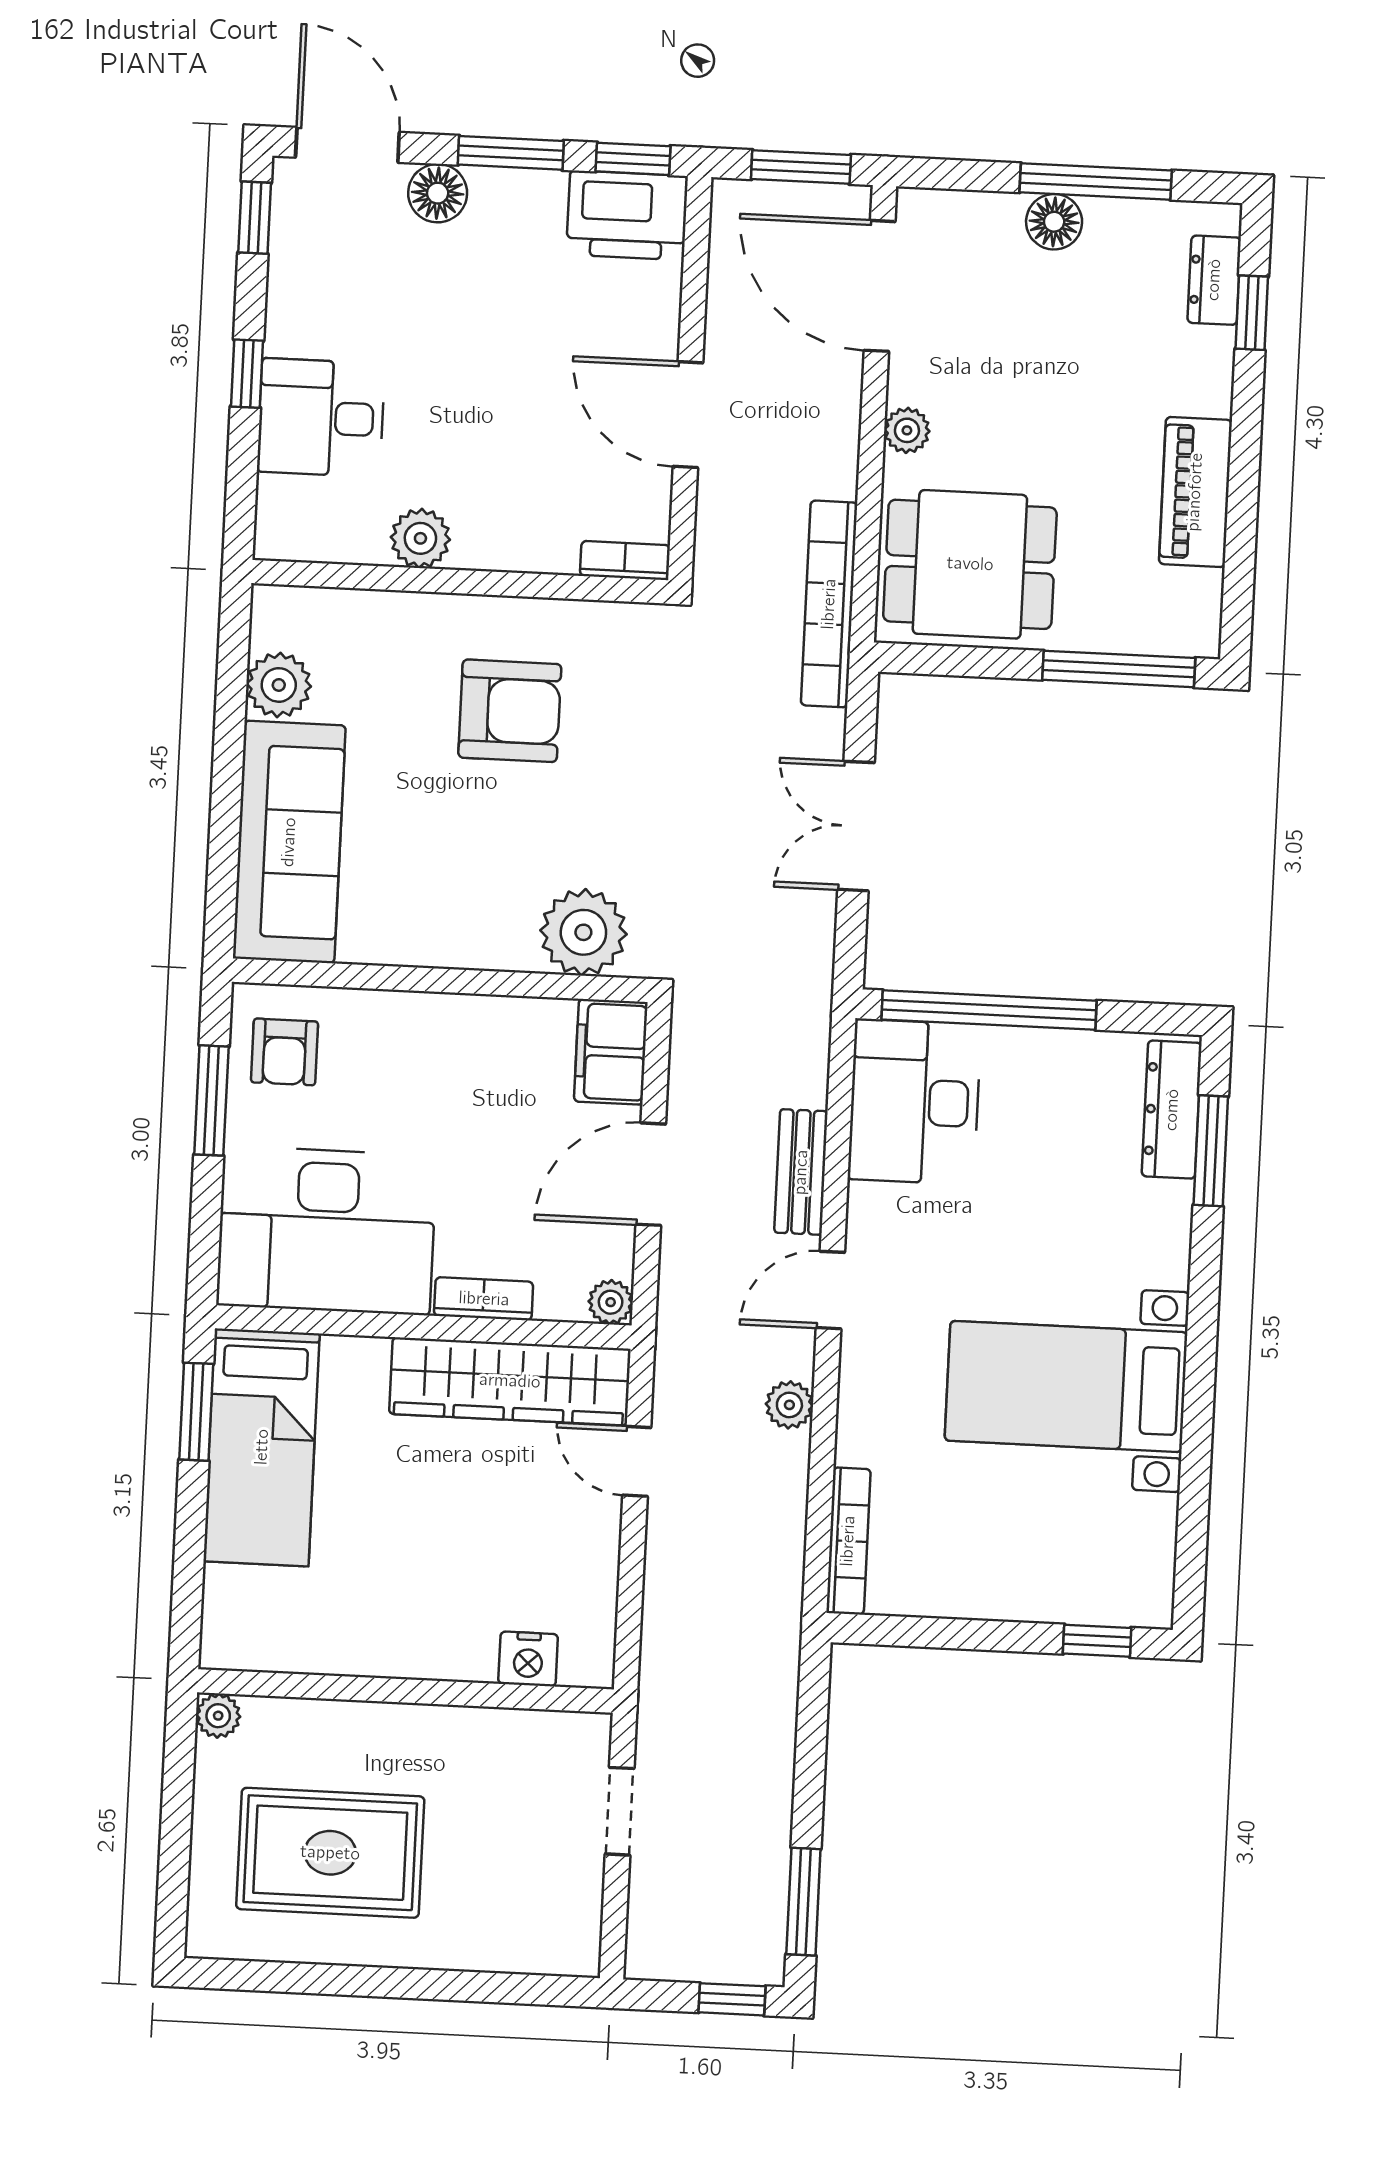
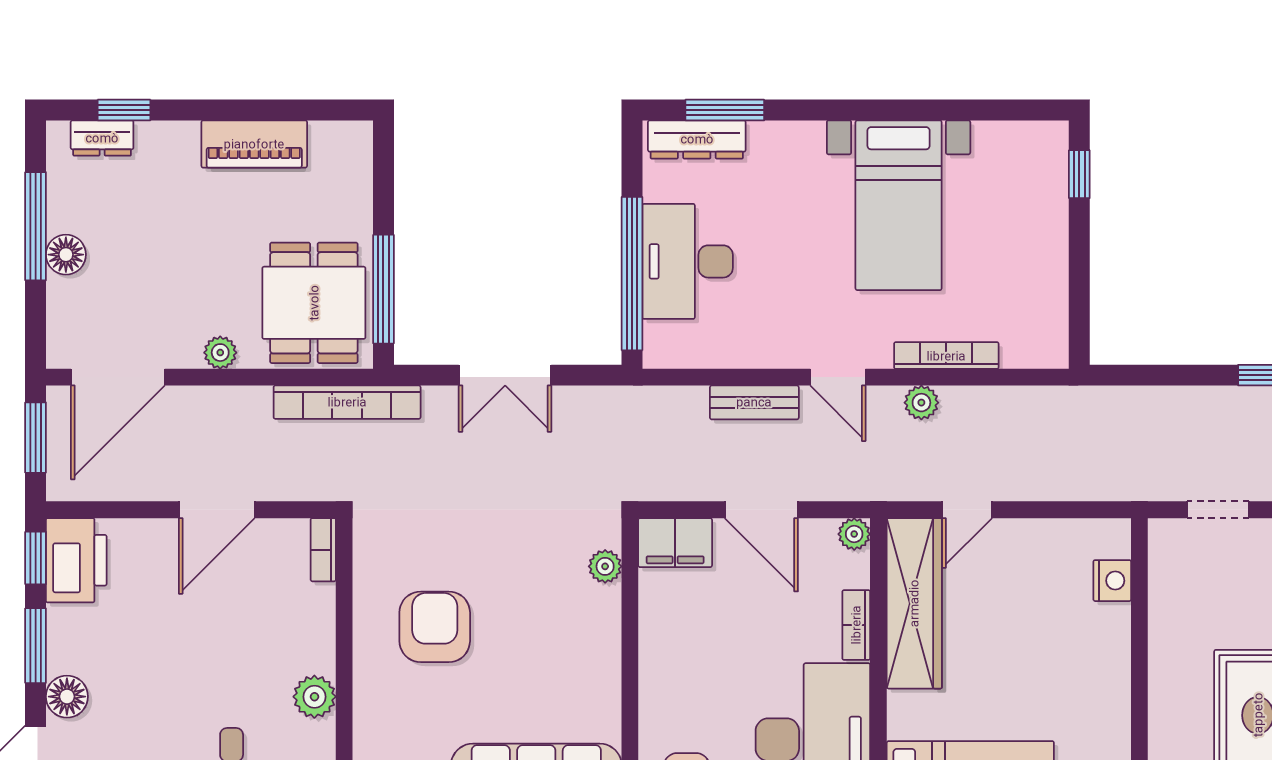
window: (1119, 669) -> (383, 289), moved
plant: (583, 932) -> (605, 566), width x0.53, depth x0.53
desk: (914, 1102) -> (688, 261), moved, turned 90
bookcase: (848, 1541) -> (946, 356), moved

